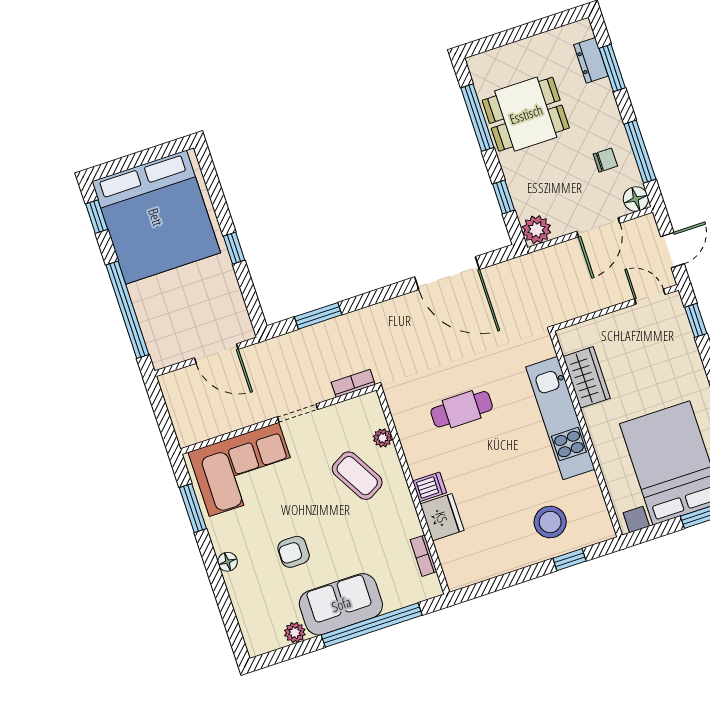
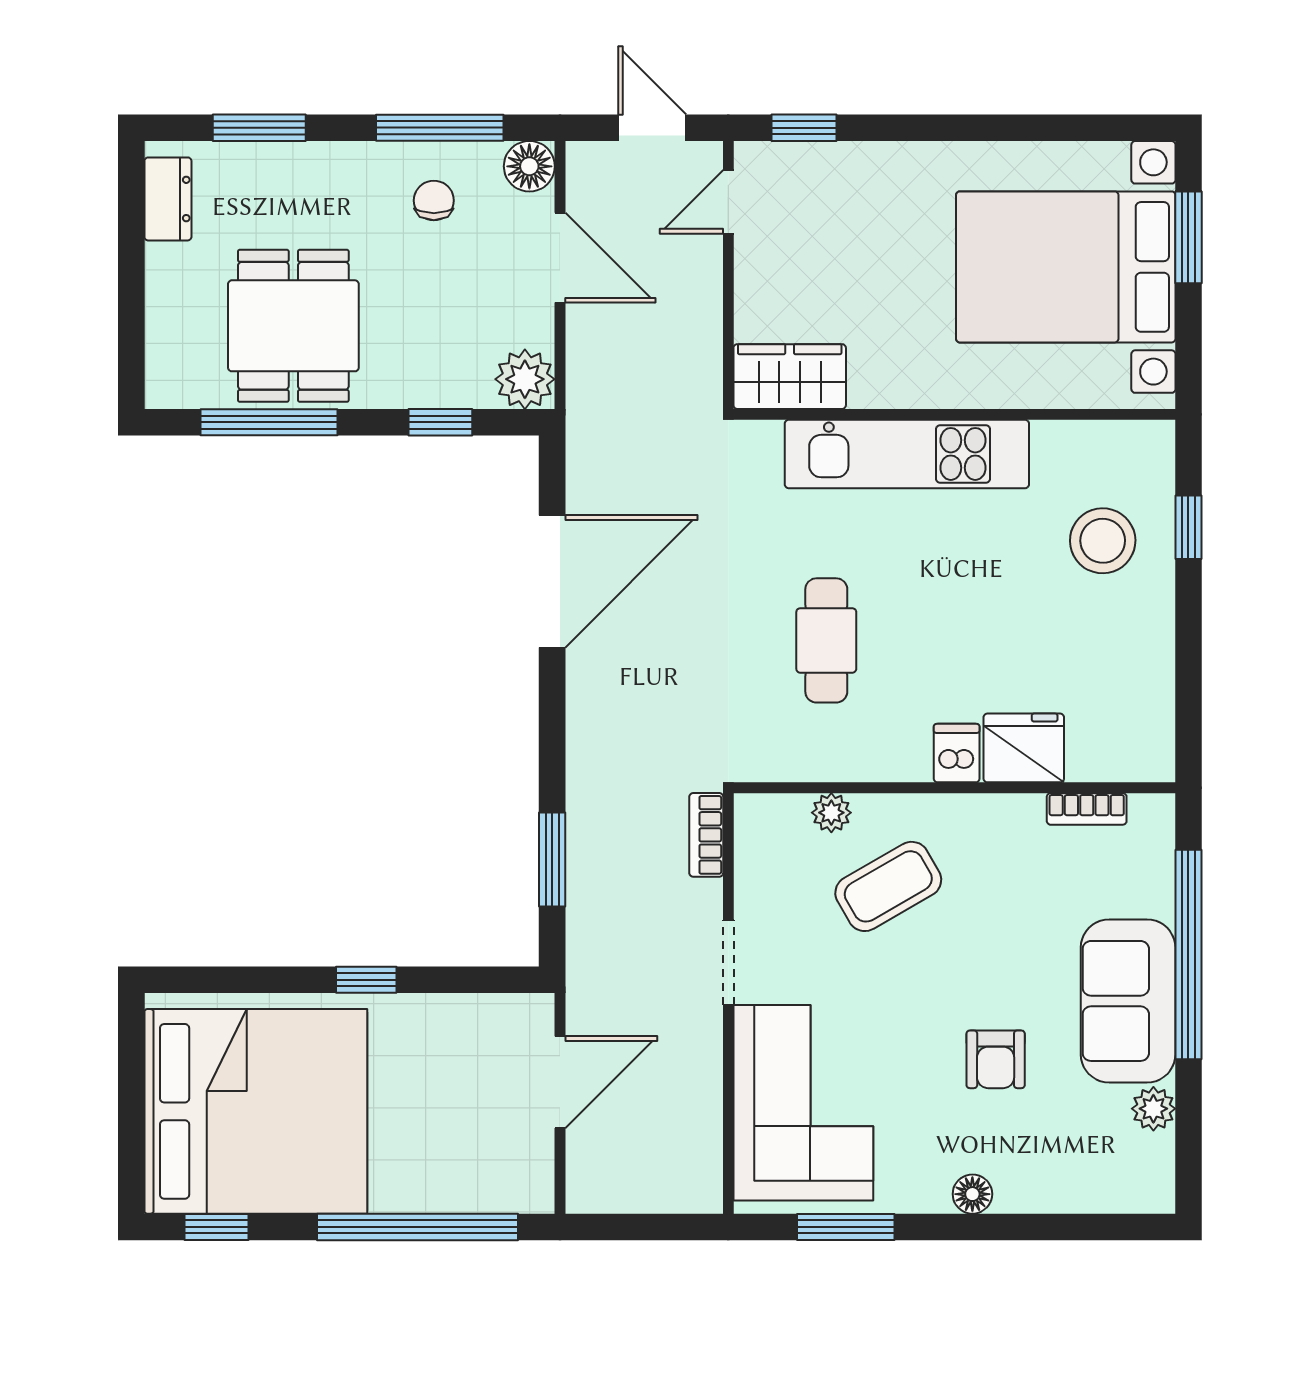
dresser: (591, 60) -> (168, 199), moved, turned -90
wardrobe: (587, 377) -> (790, 377), moved

